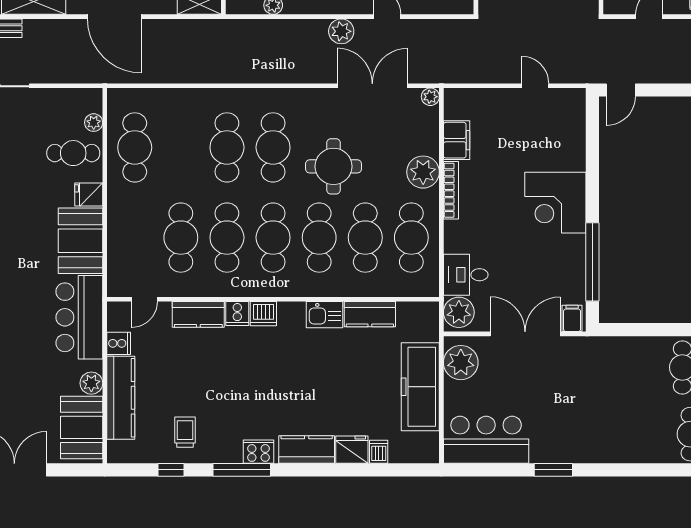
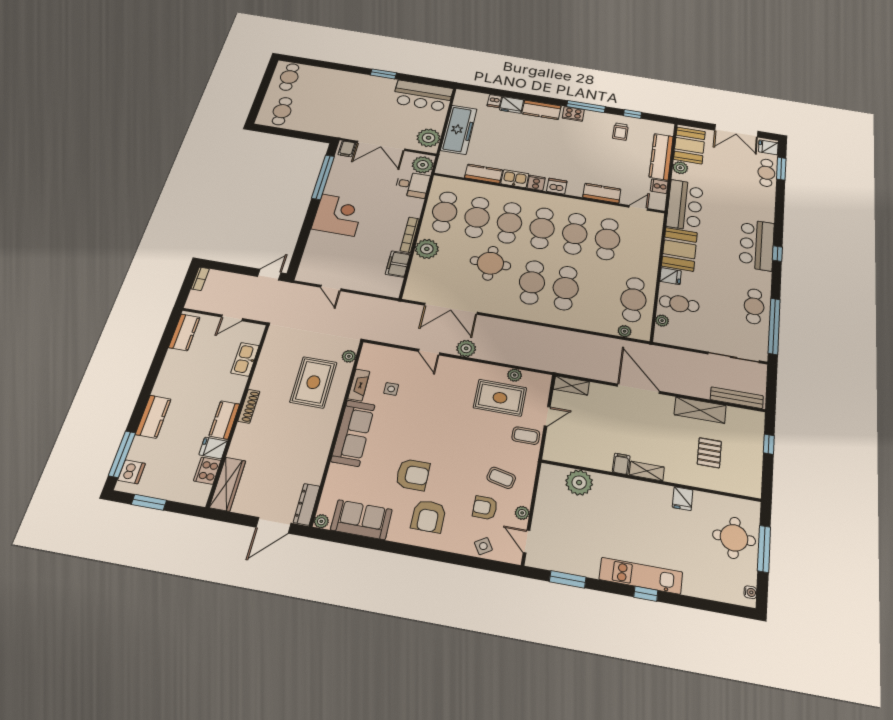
plant: (430, 97) -> (625, 331), moved
cooker: (237, 314) -> (536, 183), moved

